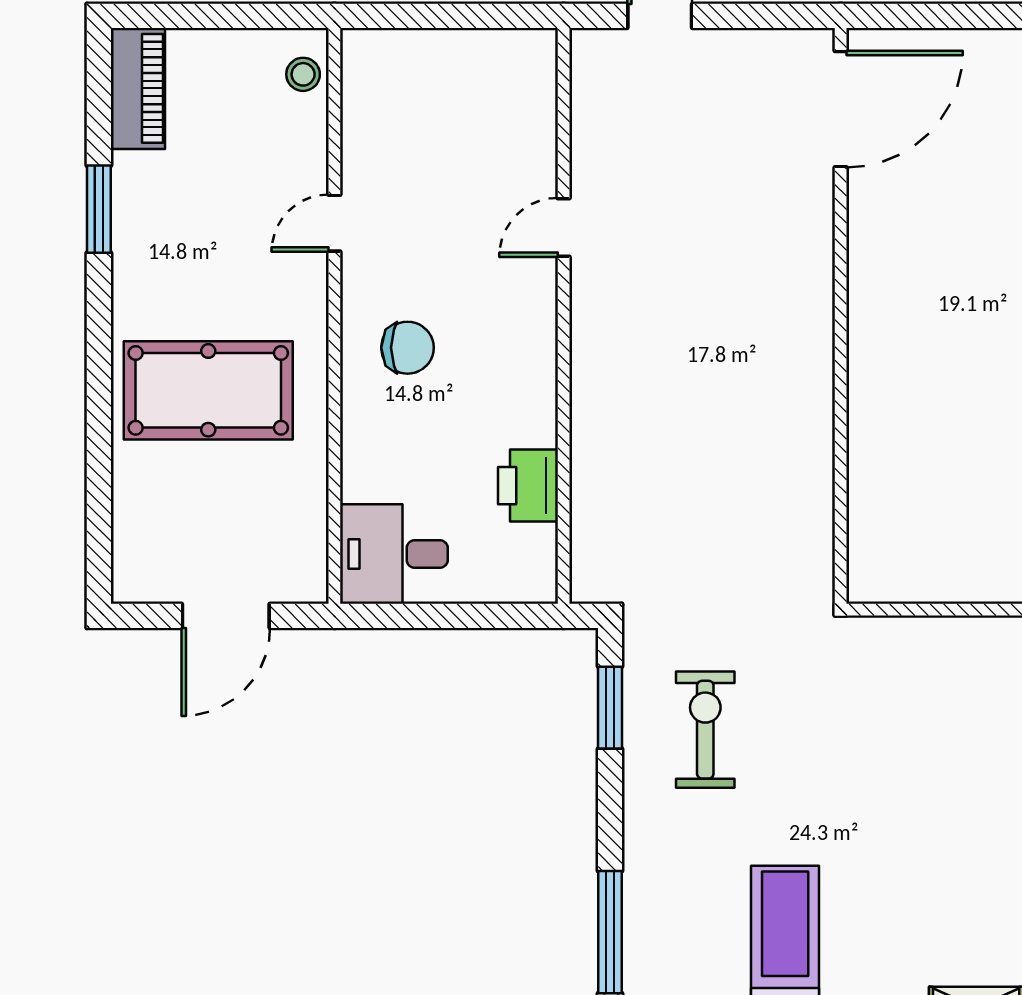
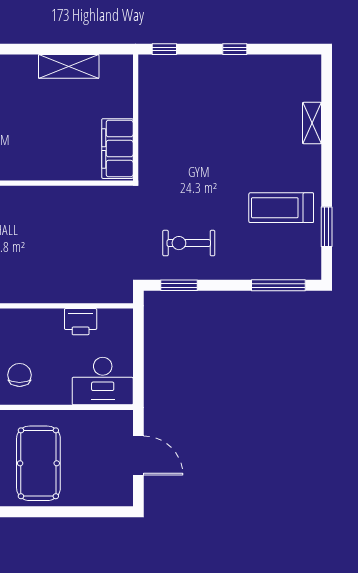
desk: (394, 554) -> (103, 381), width x1.37
filing cabinet: (919, 569) -> (117, 149), added

